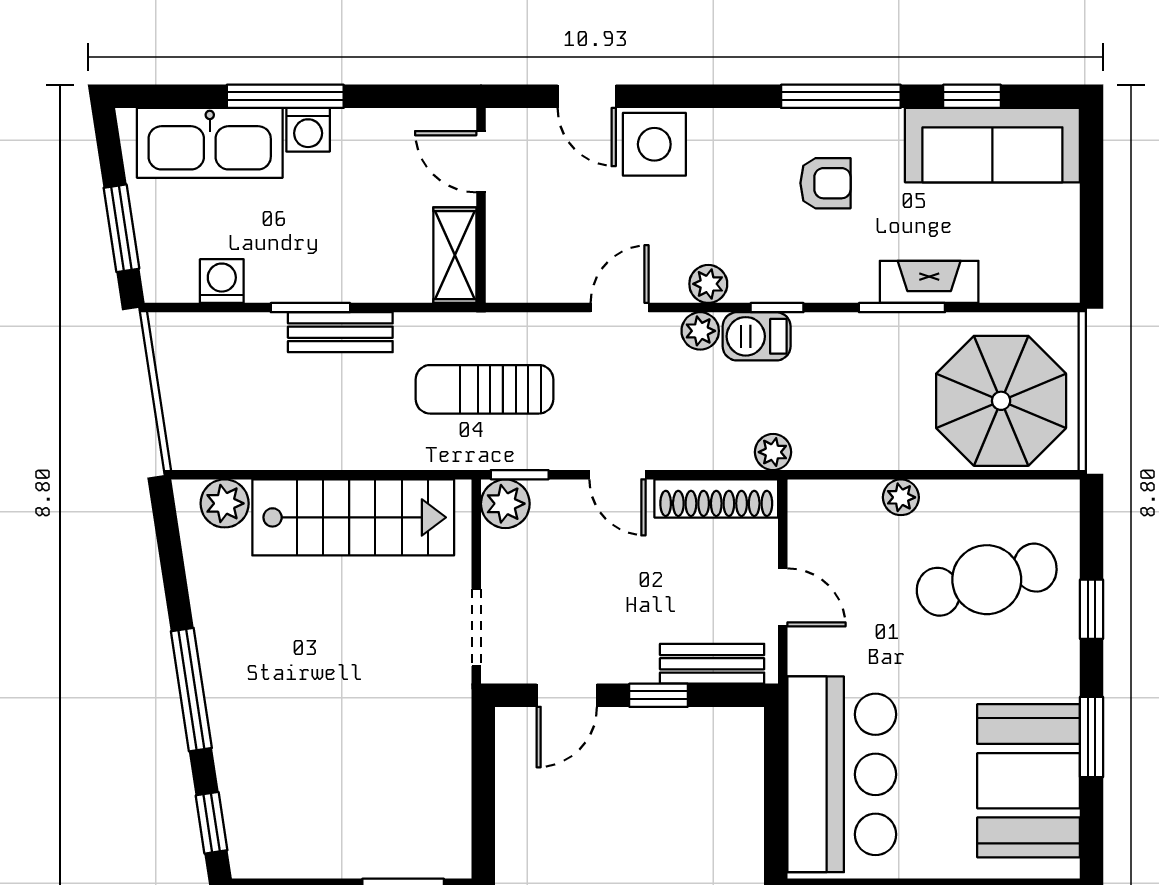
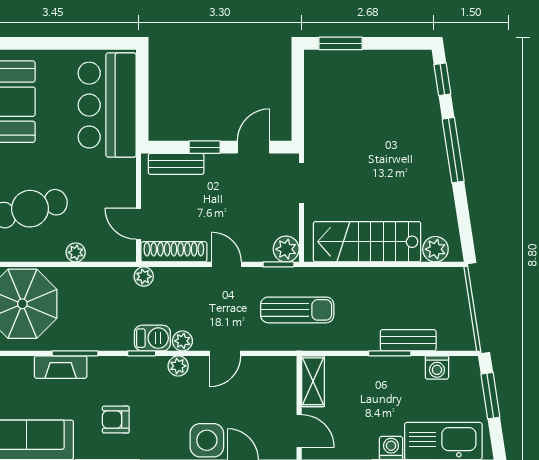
bench: (340, 332) -> (408, 340), moved
door: (783, 597) -> (139, 224), moved

